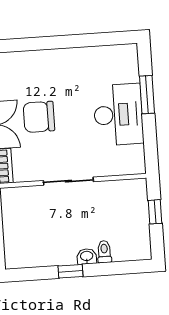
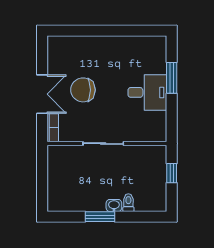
desk: (118, 115) -> (147, 92), width x0.73
window: (70, 271) -> (100, 217), width x1.50

